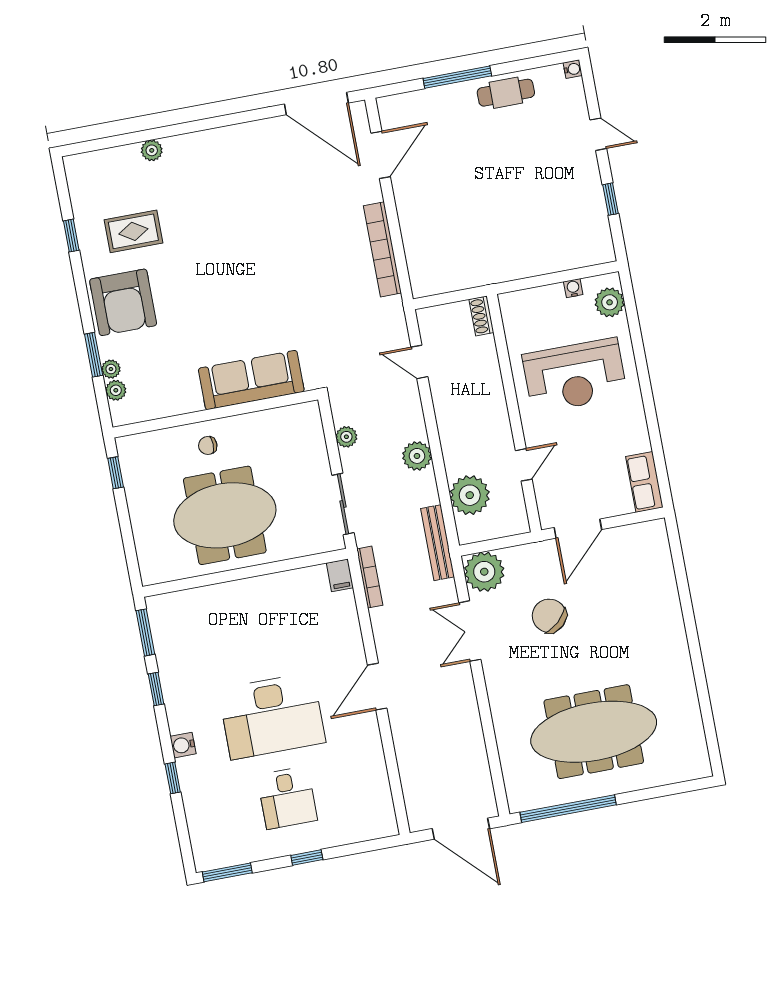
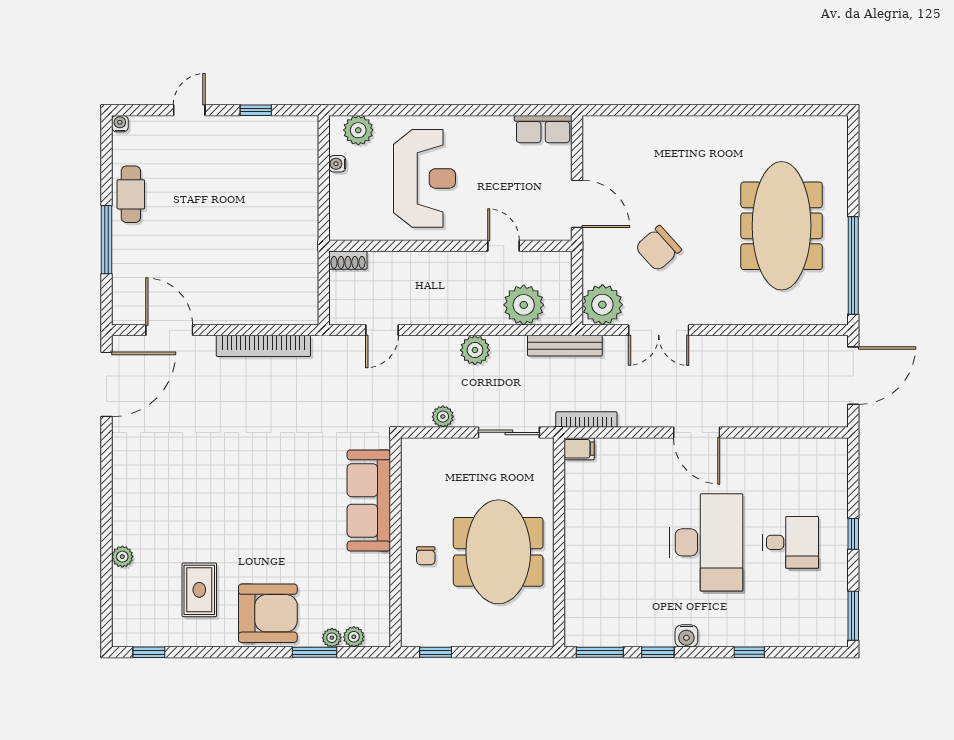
window: (71, 236) -> (149, 652), moved
water cooler: (183, 745) -> (686, 636), moved

